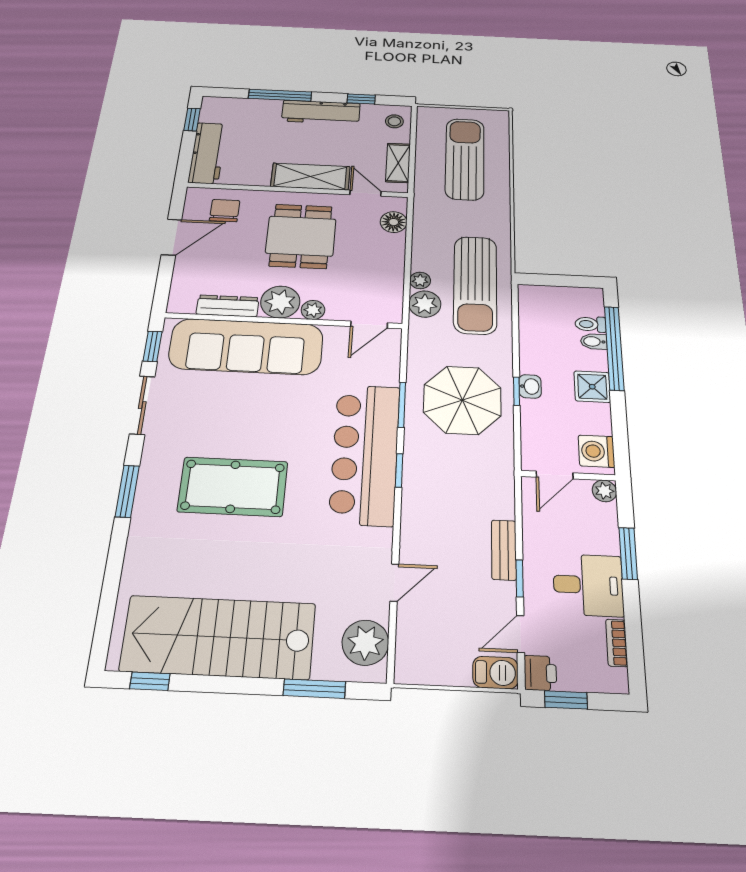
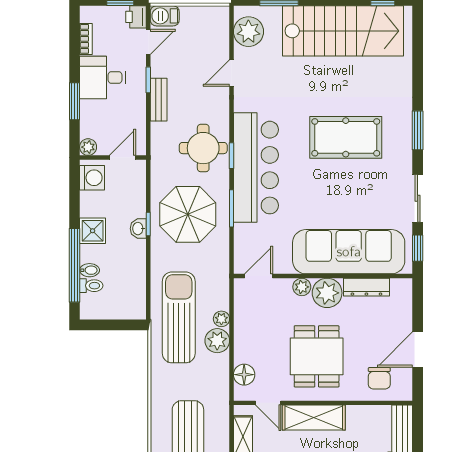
plant: (425, 304) -> (217, 341), moved
round table: (439, 482) -> (203, 148), added

